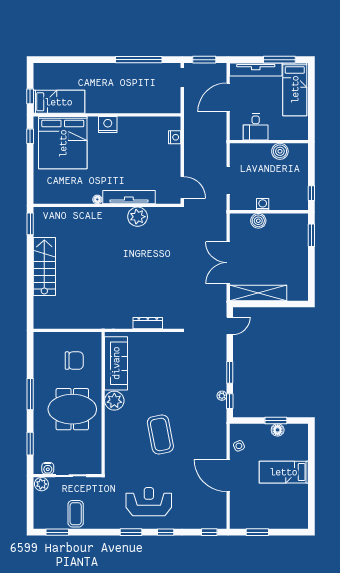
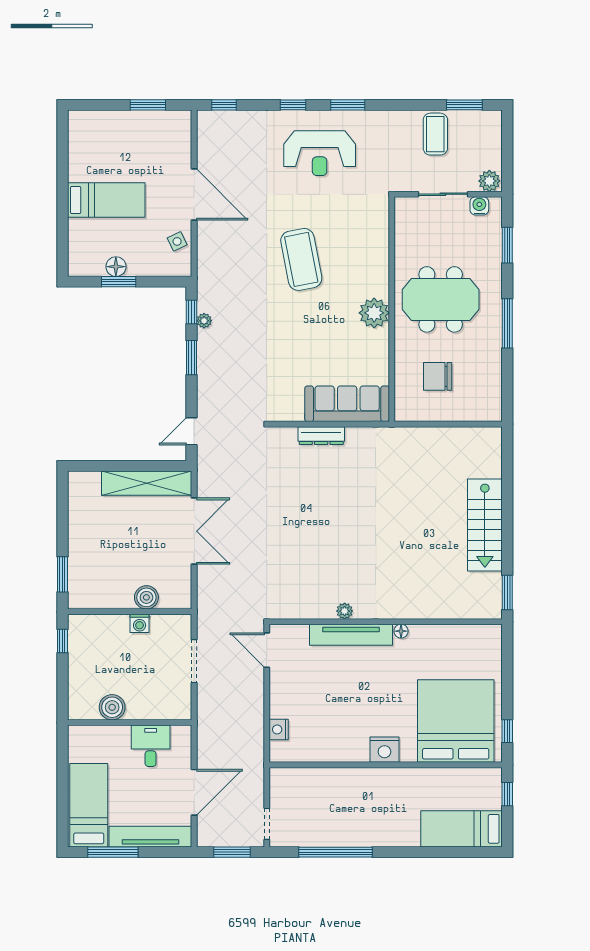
bed: (59, 102) -> (462, 829), moved
plant: (138, 217) -> (345, 611), width x0.53, depth x0.53
sofa: (116, 363) -> (347, 404), moved, turned 90

